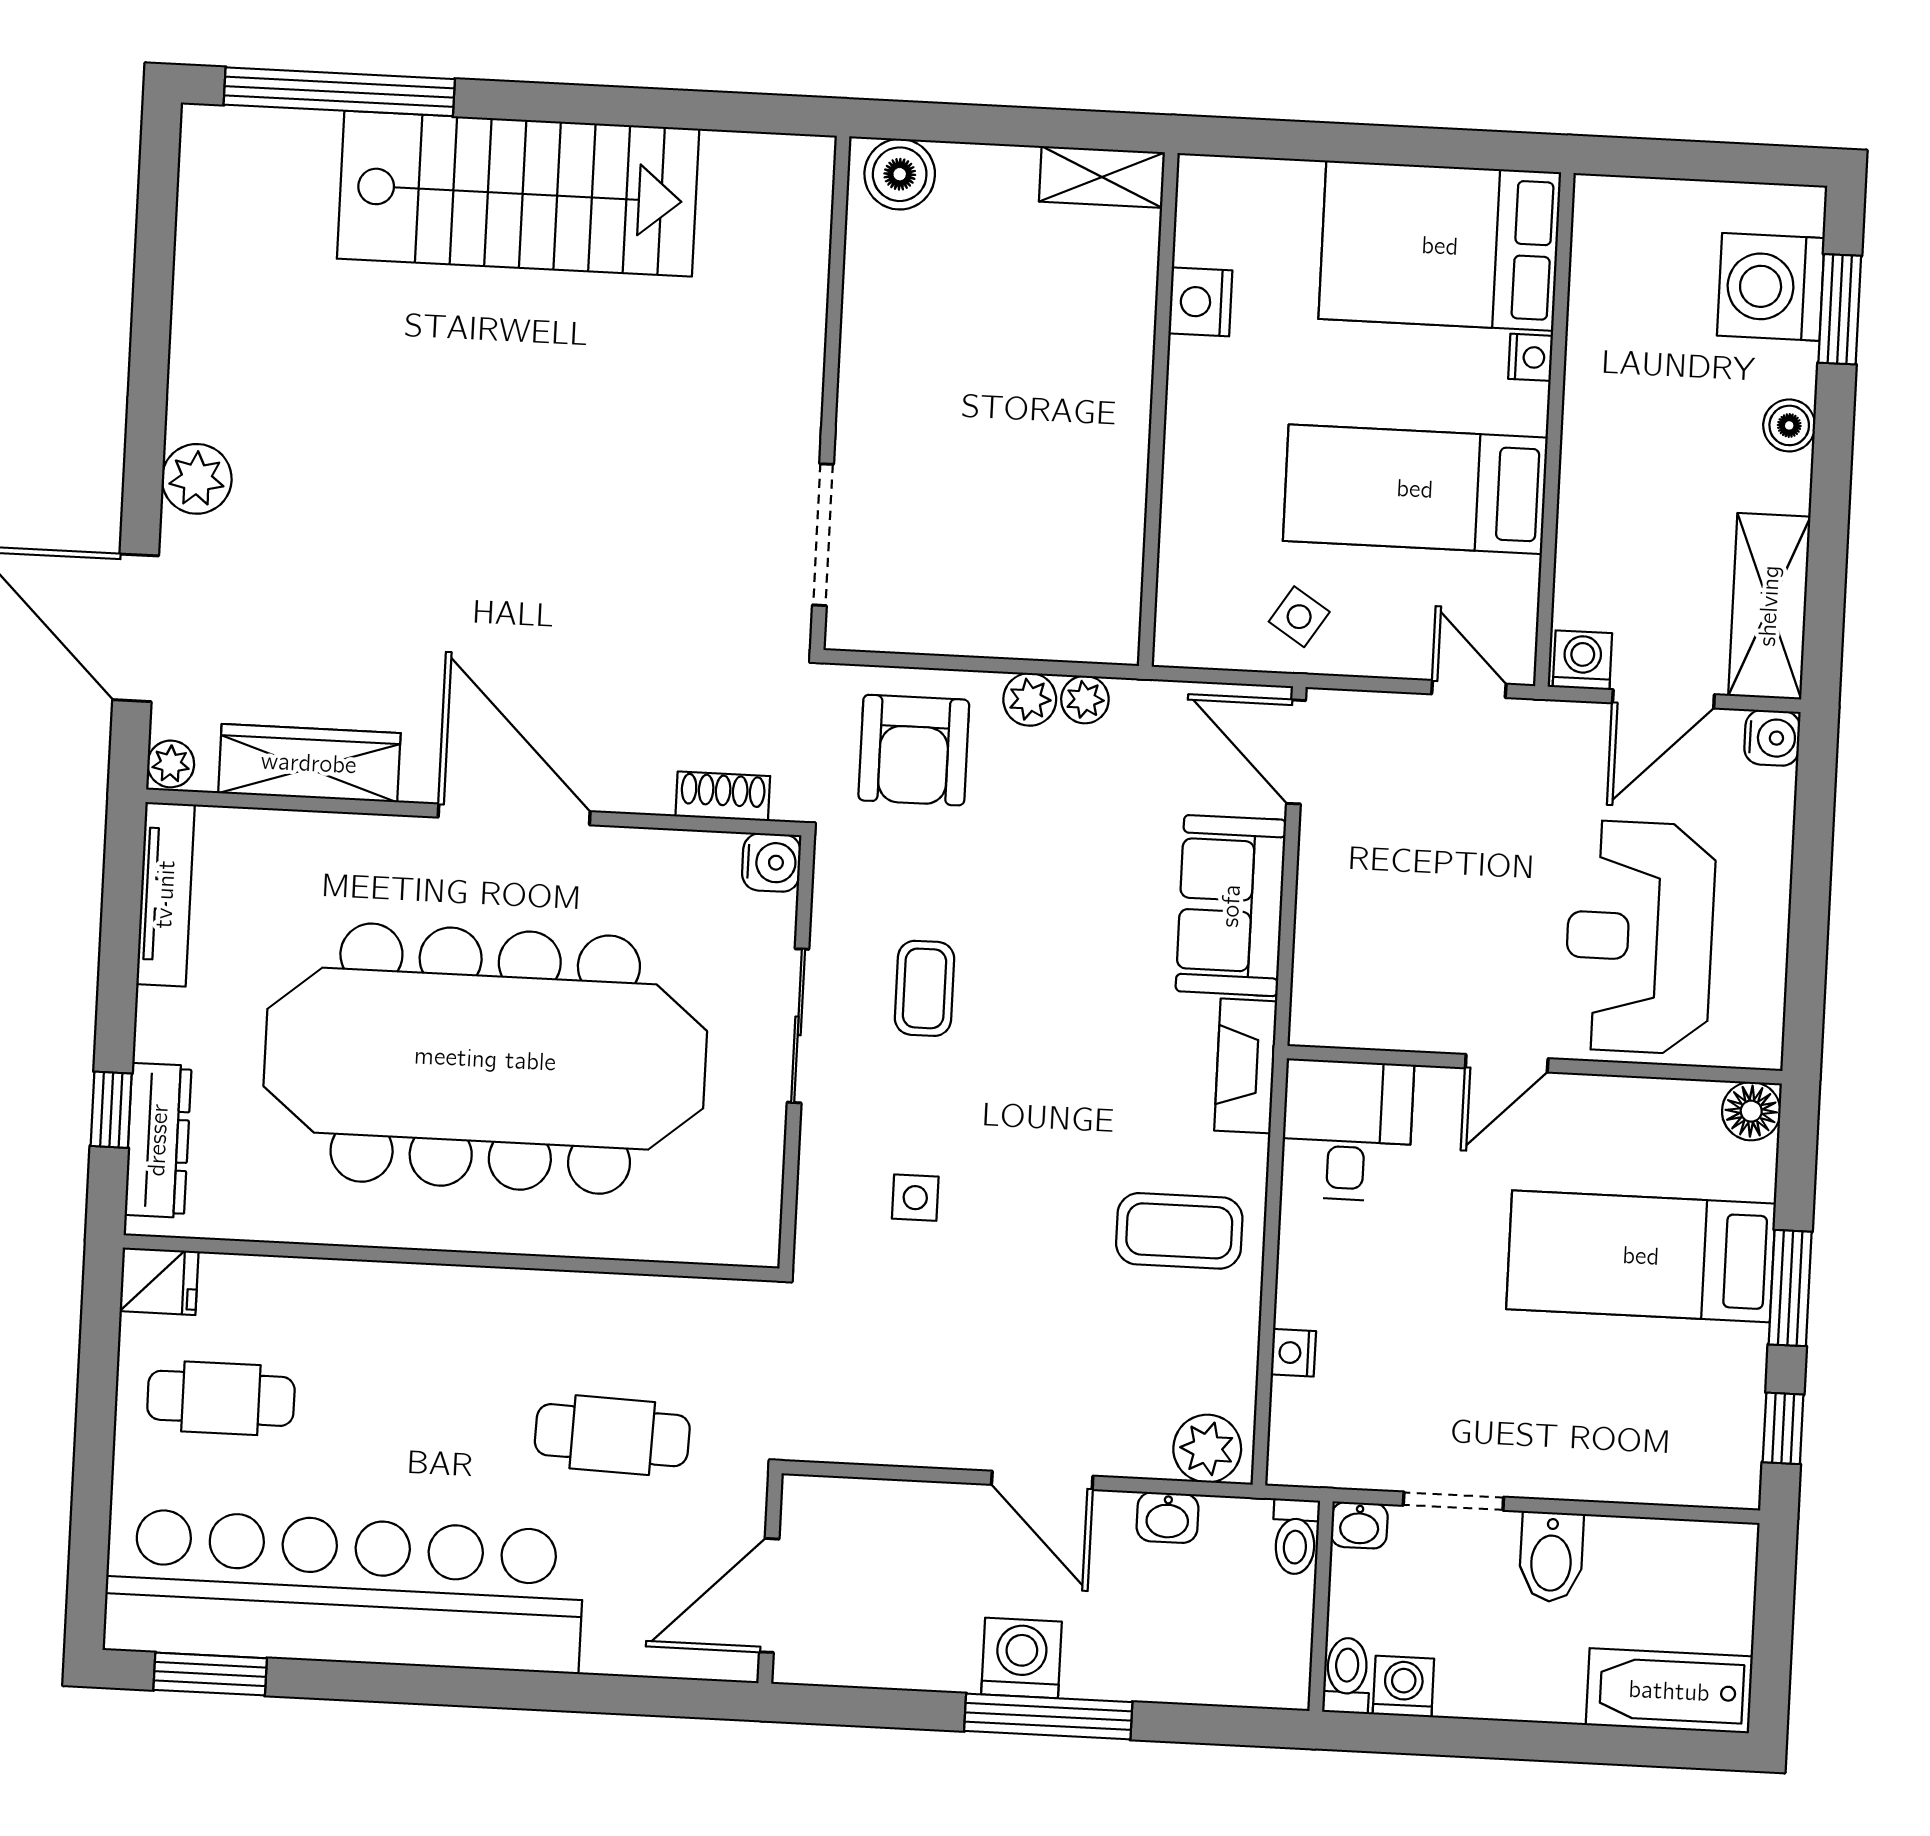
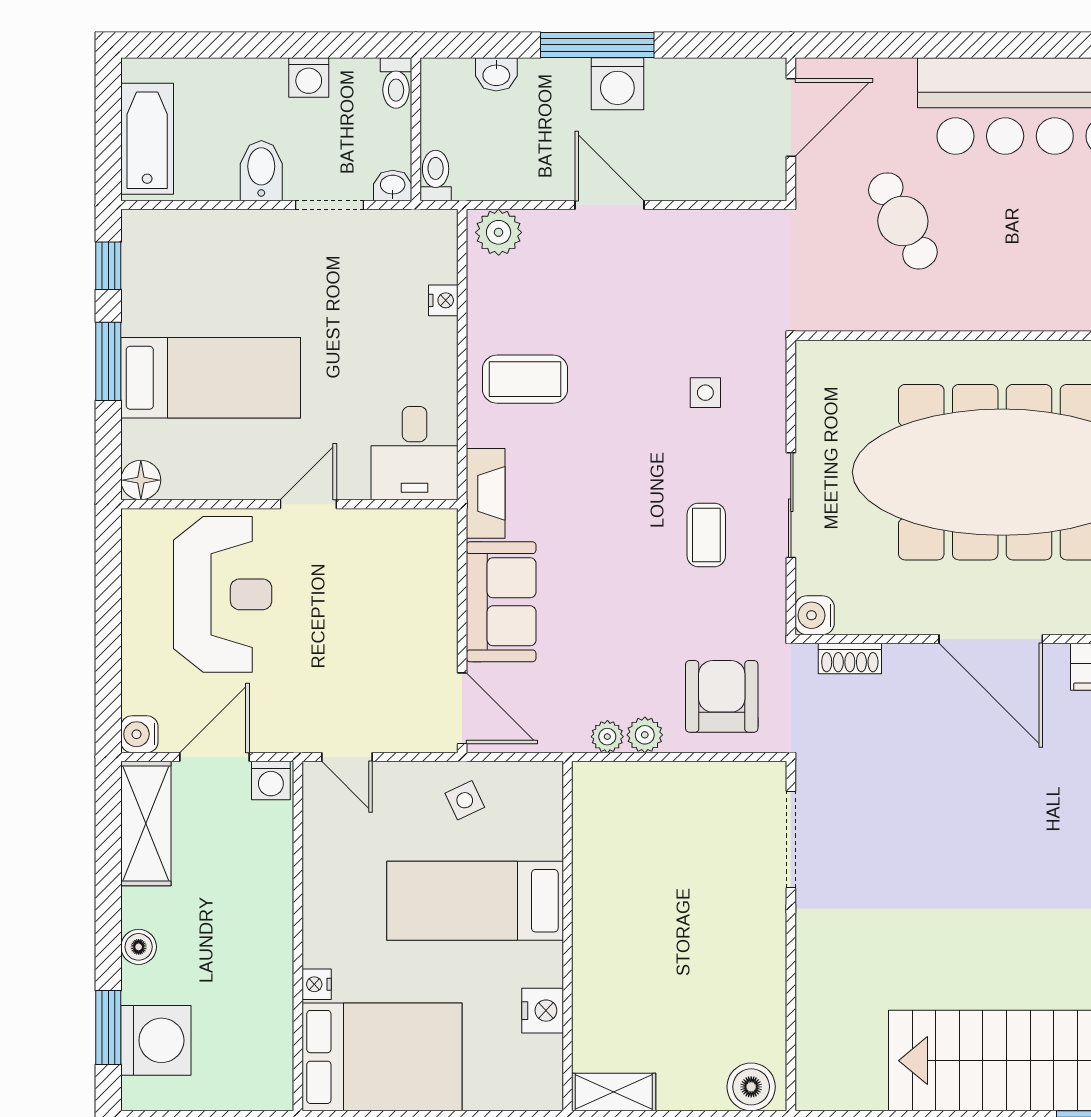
bed: (1415, 489) -> (475, 901), moved, turned 180
side table: (1299, 617) -> (465, 800), turned 32
cafe table: (612, 1435) -> (903, 221), turned 60
washbasin: (1167, 1518) -> (496, 74), moved, turned 180
washing machine: (1403, 1687) -> (309, 78), moved
bathtub: (1669, 1691) -> (147, 139), moved, turned -90

